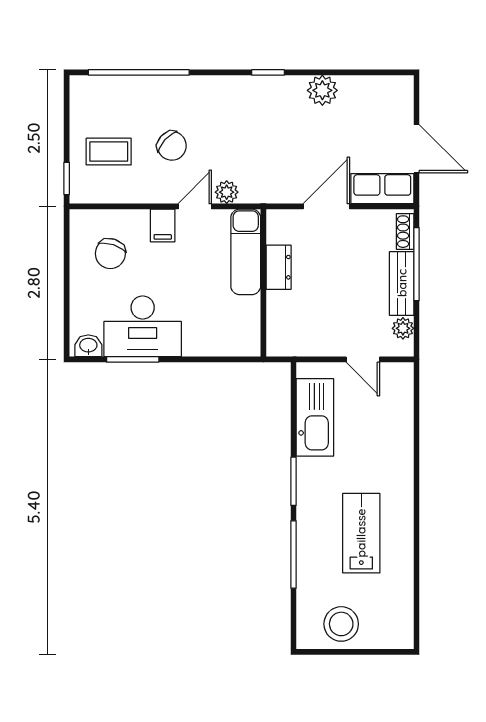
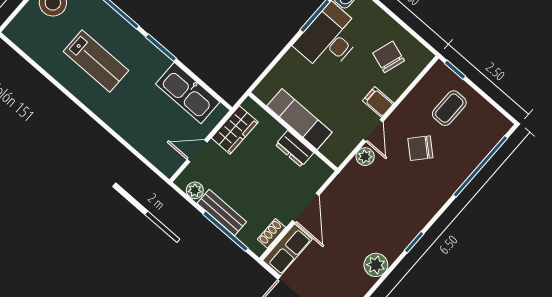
shoe rack: (405, 232) -> (272, 233), moved, turned -90
exam couch: (246, 252) -> (299, 119), moved
wardrobe: (311, 341) -> (235, 130), added

